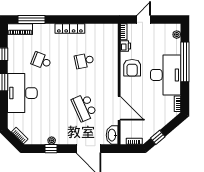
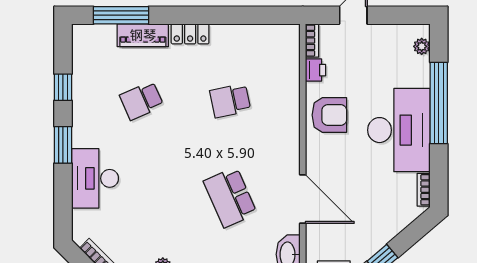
piano: (20, 29) -> (143, 35), moved
locker: (70, 29) -> (190, 34), width x0.66
school desk: (41, 61) -> (142, 101), turned -45
armchair: (132, 68) -> (329, 115), turned -90
desk: (22, 93) -> (95, 178), width x0.73, depth x0.77

